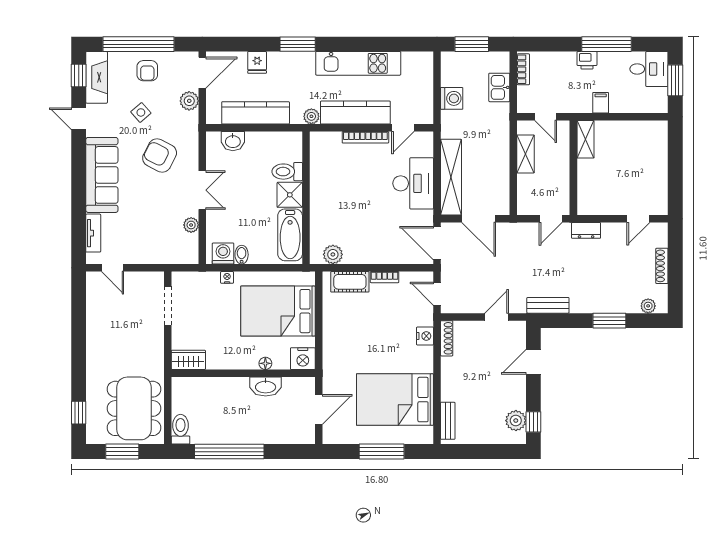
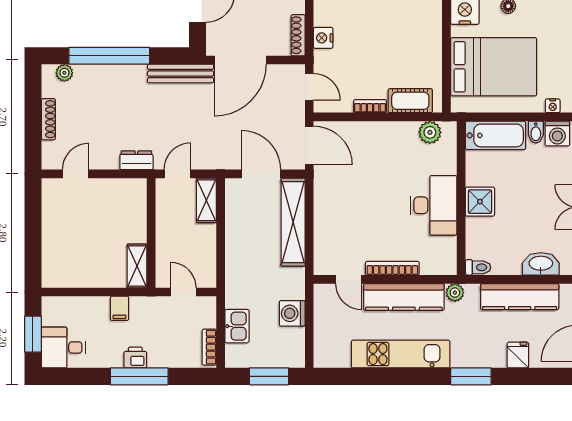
window: (607, 44) -> (139, 376), moved
door: (403, 128) -> (349, 279), swing flipped
washbasin: (233, 141) -> (541, 264), width x1.38
shelving: (526, 154) -> (206, 200), moved
toilet: (287, 172) -> (478, 267), moved, width x0.73, depth x0.72
desk: (413, 183) -> (434, 205), moved, turned 180
bathtub: (290, 235) -> (496, 135), moved, turned 90
bench: (548, 305) -> (181, 73), width x1.36
door: (497, 317) -> (240, 60), width x1.88
window: (609, 321) -> (109, 56), width x2.11

